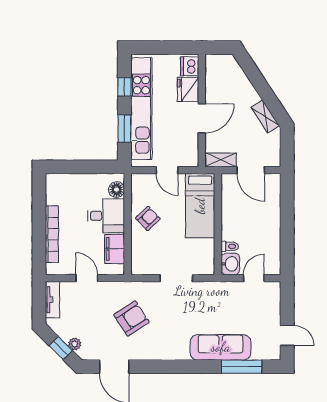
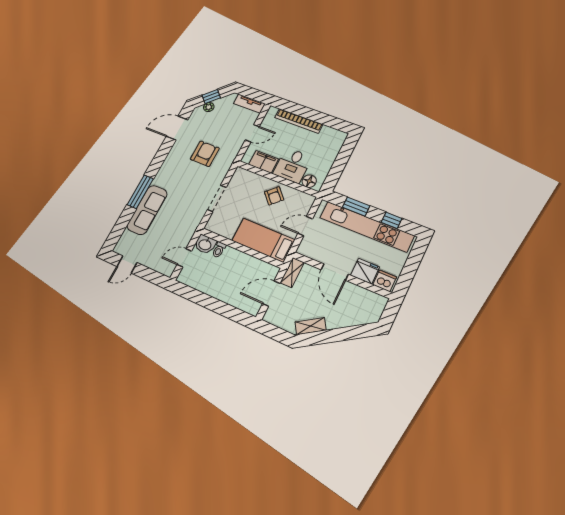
door: (254, 278) -> (184, 258), swing flipped
armchair: (131, 318) -> (205, 154), turned -147
window: (242, 367) -> (140, 192), moved

